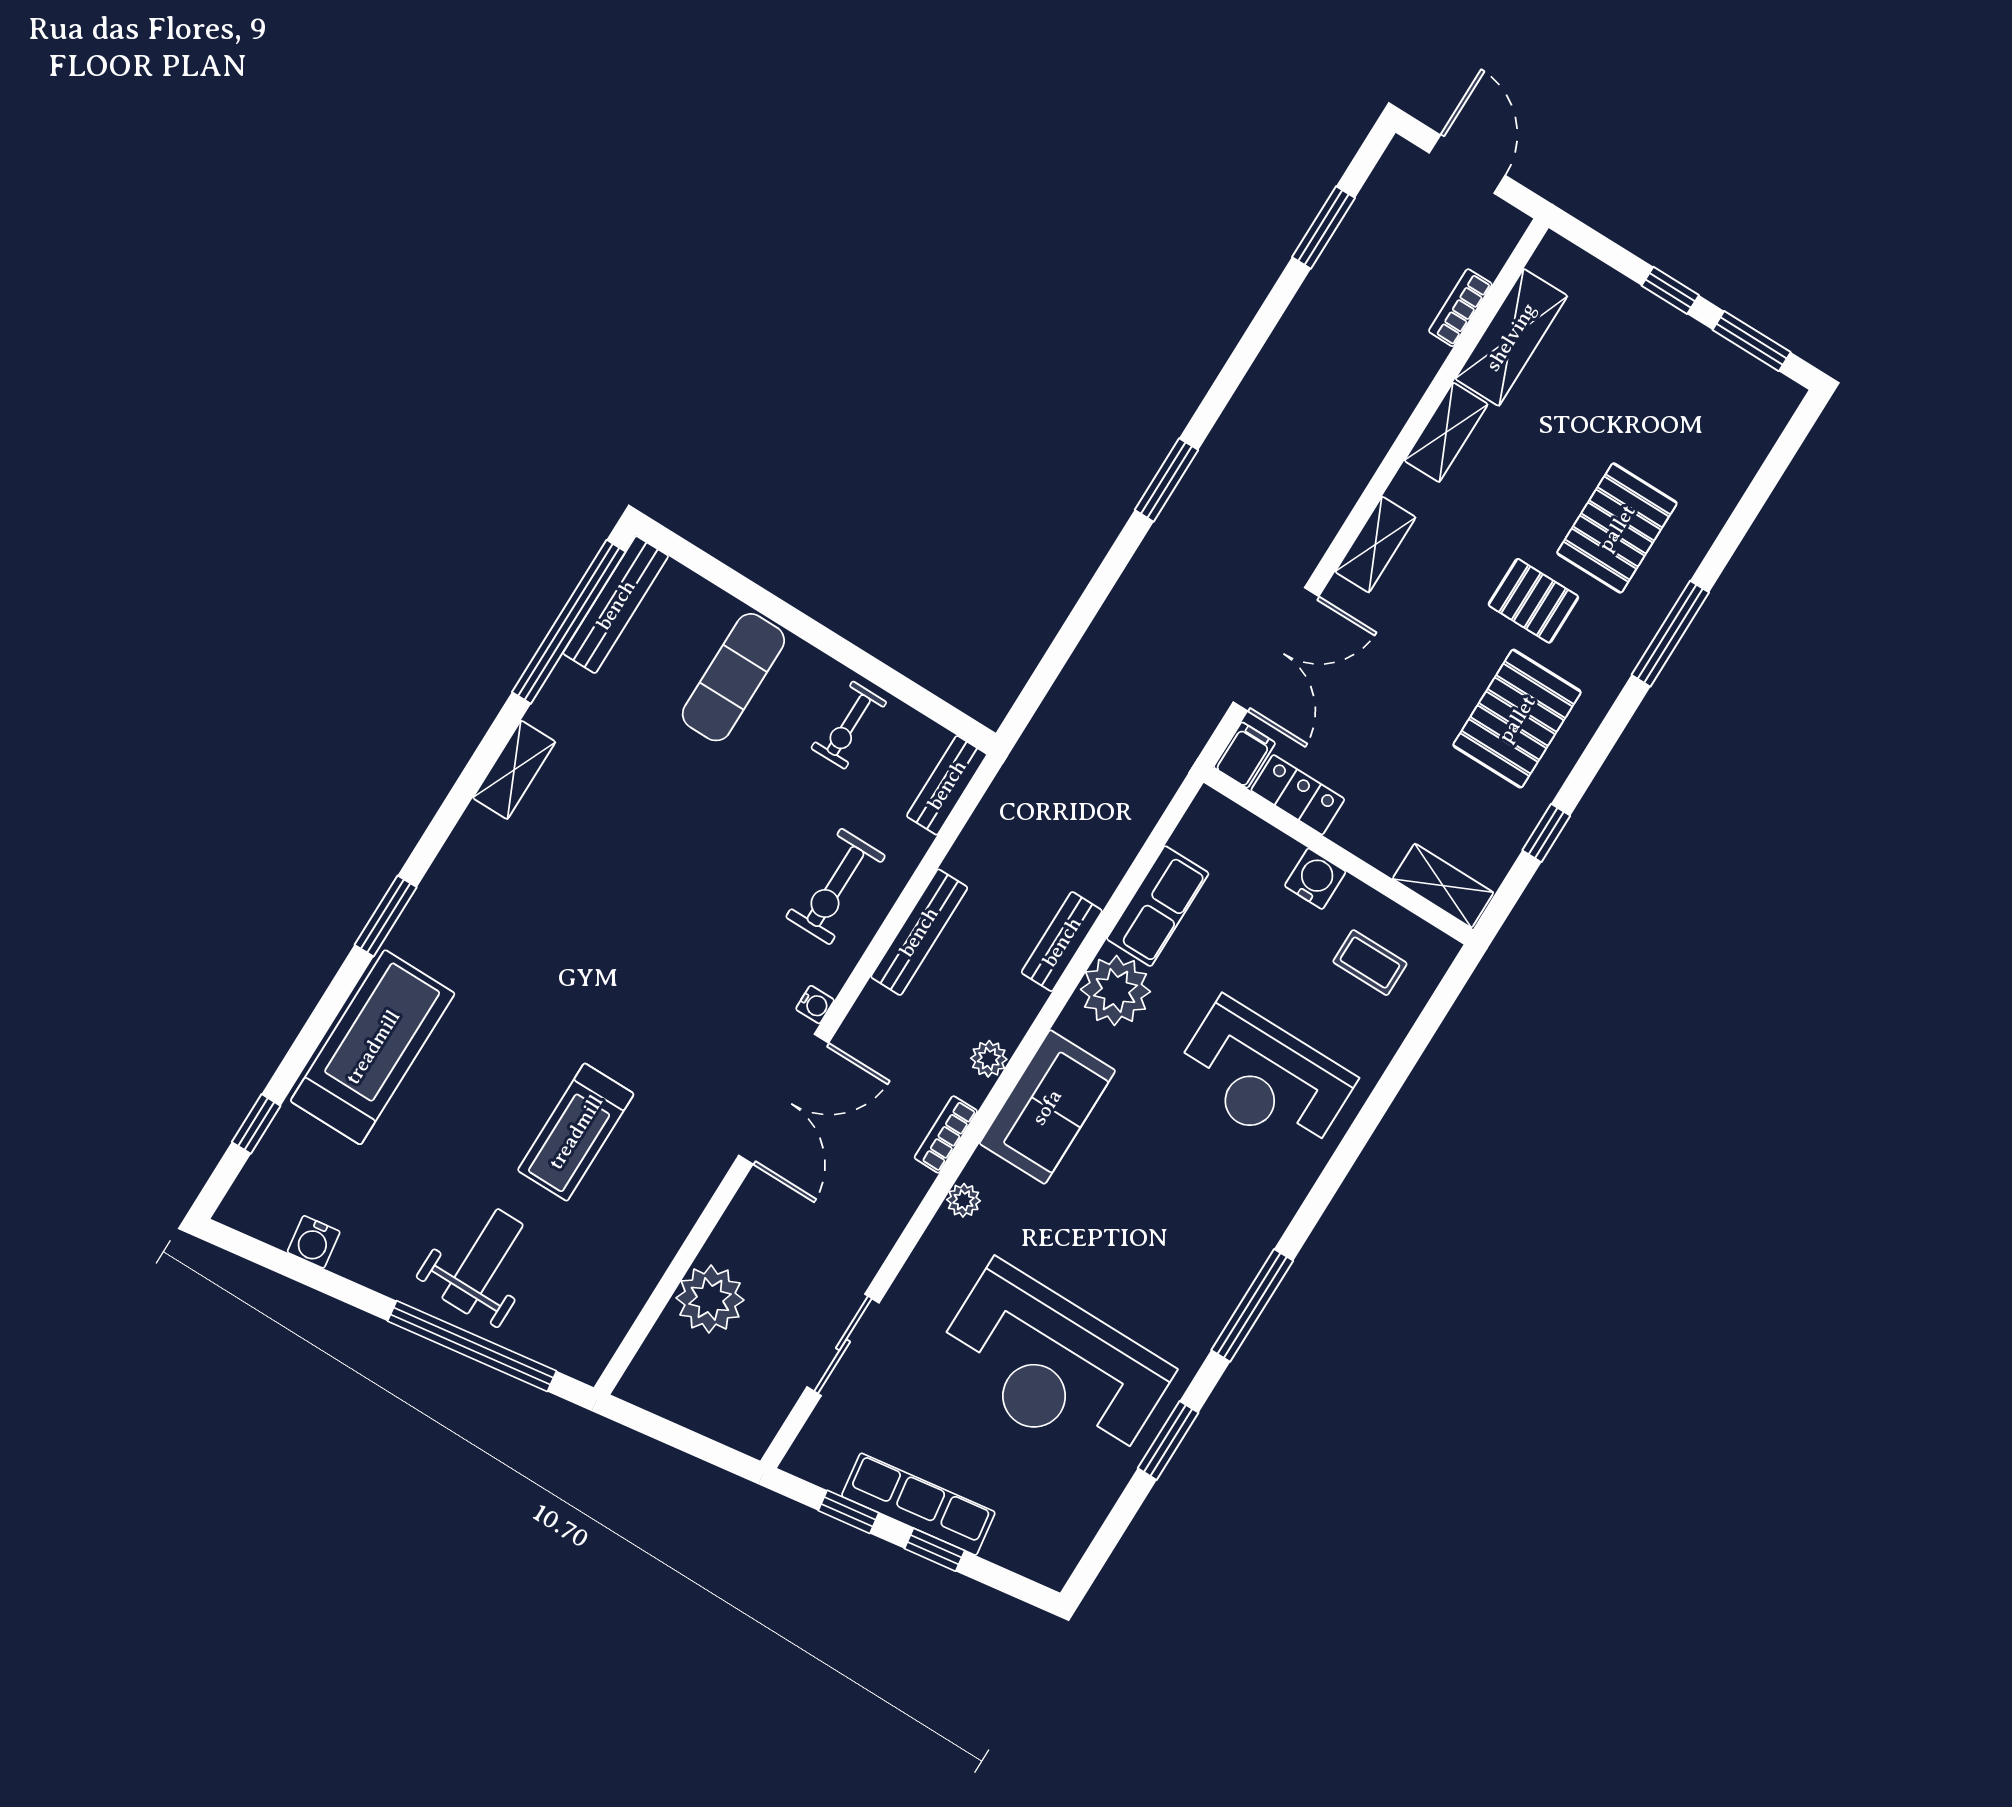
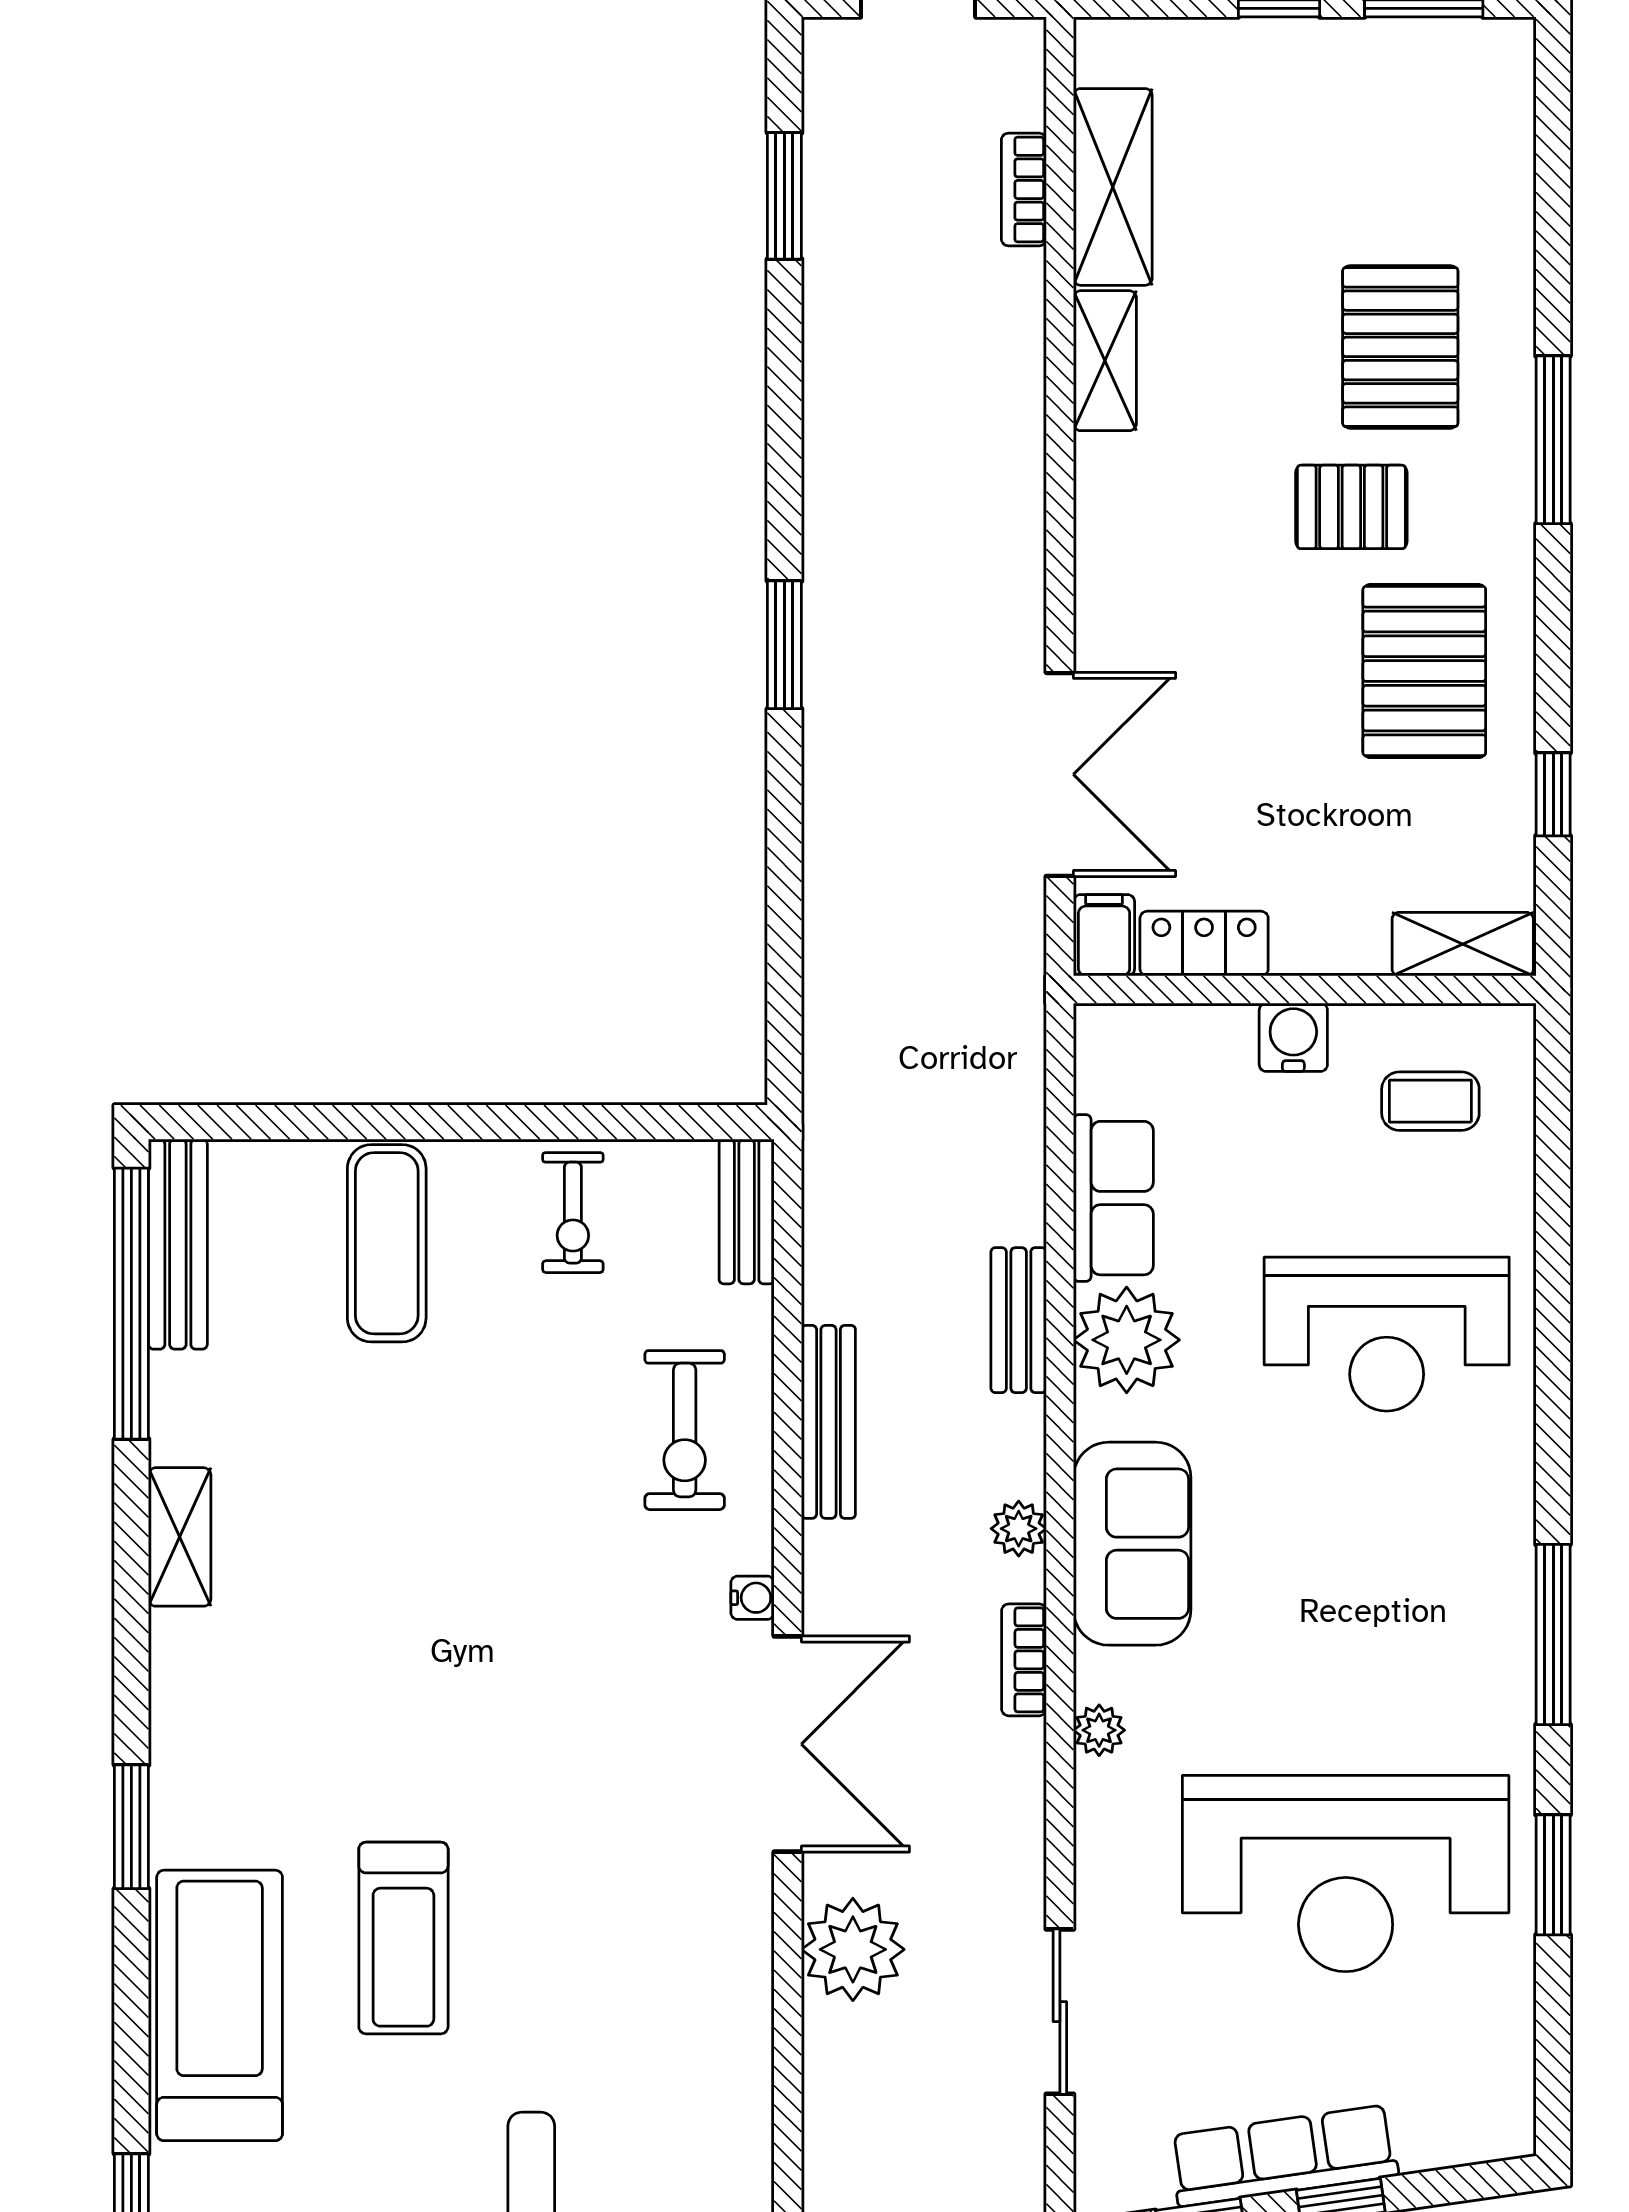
shelving: (1375, 545) -> (1104, 561), removed
treadmill: (576, 1132) -> (403, 1938), moved
plant: (710, 1299) -> (853, 1949), moved

